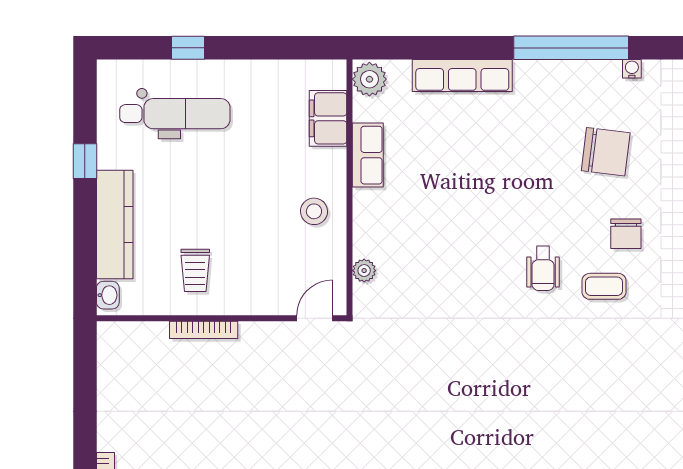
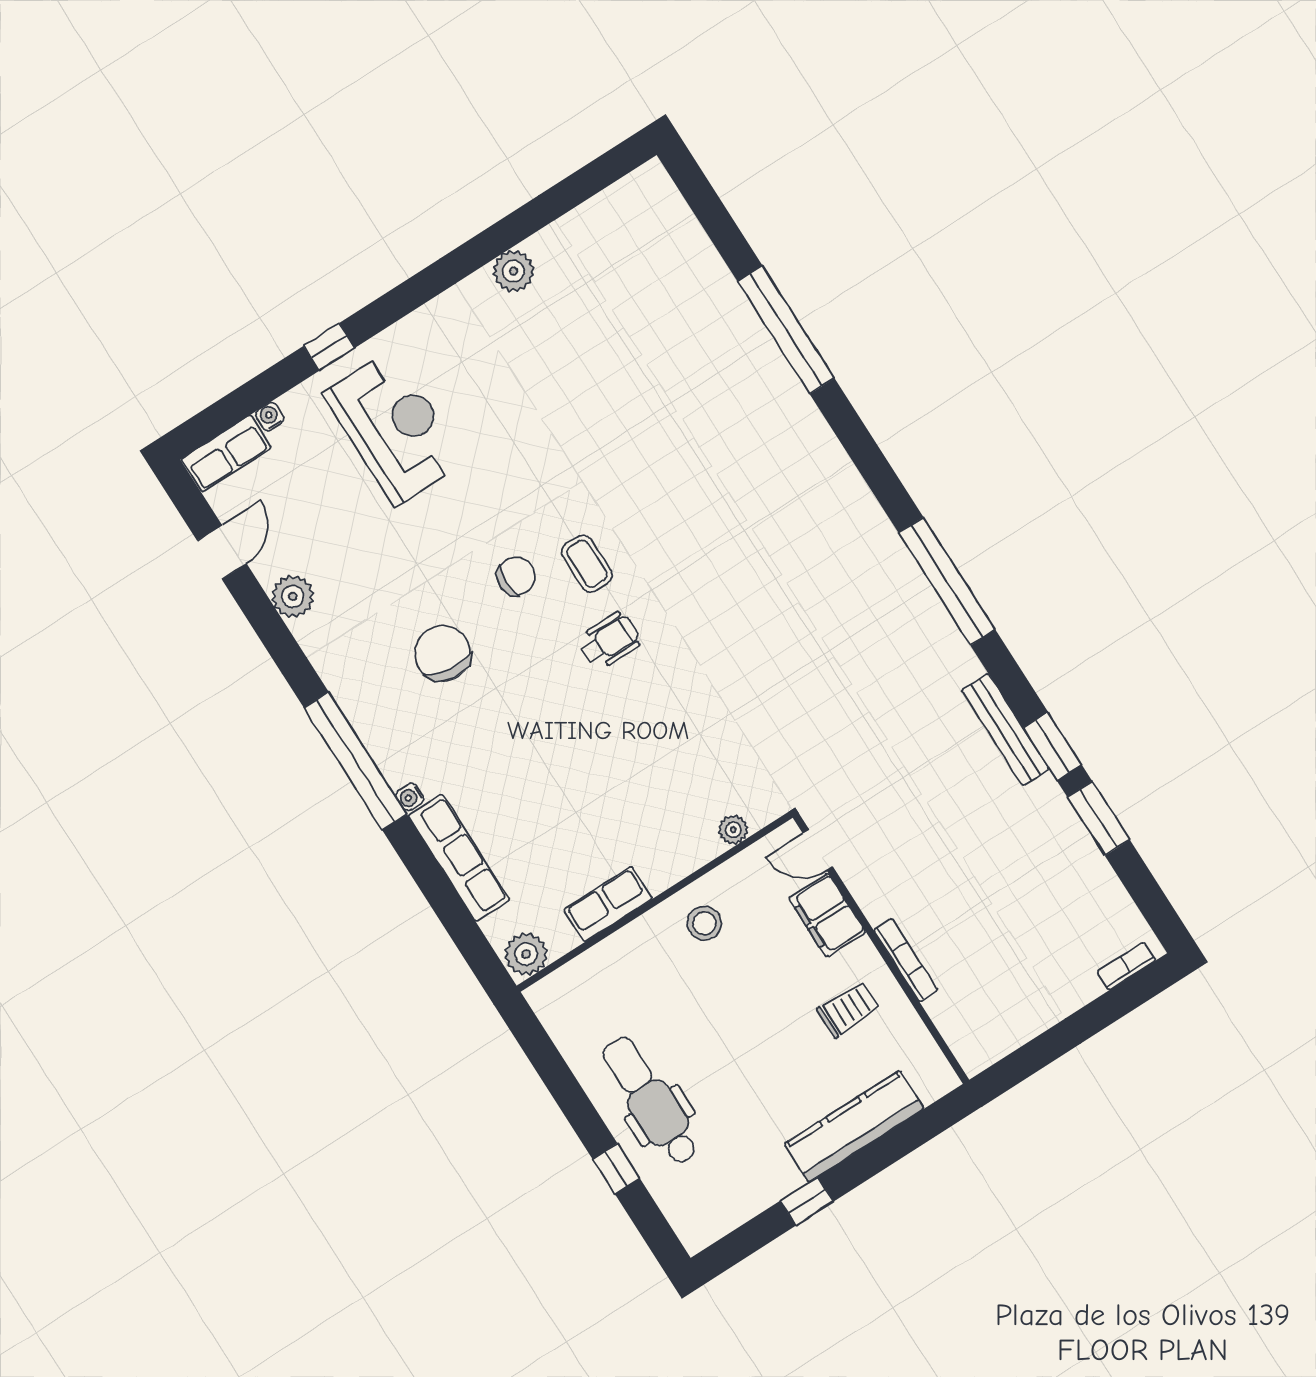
water cooler: (632, 69) -> (410, 797), moved
dental chair: (175, 114) -> (651, 1101), moved
filing cabinet: (328, 118) -> (827, 915), moved, turned 90
washbasin: (108, 295) -> (934, 1086), removed

